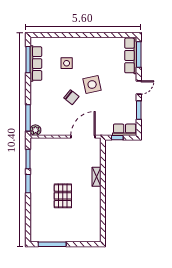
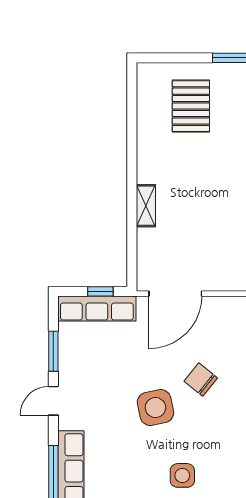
side table: (67, 63) -> (182, 475), moved
row of seats: (125, 130) -> (97, 309), width x1.48
pallet: (63, 196) -> (191, 106), moved

